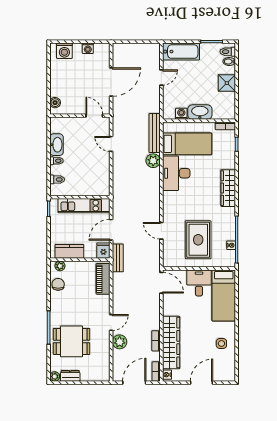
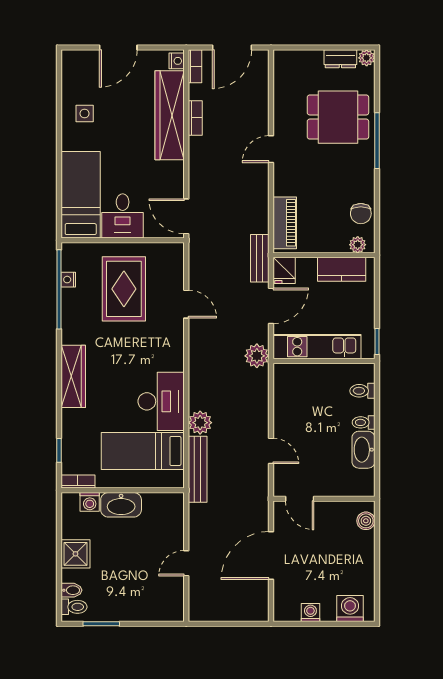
bathtub: (181, 52) -> (153, 607), removed
washing machine: (181, 114) -> (90, 502), moved
plant: (120, 342) -> (257, 356), moved

